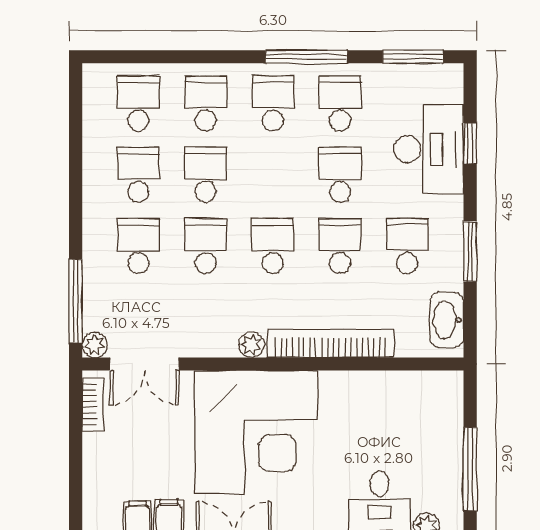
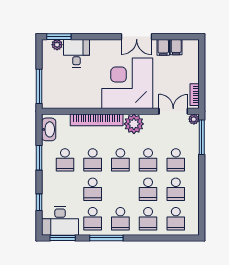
desk: (429, 149) -> (60, 221), moved, turned -90
plant: (251, 345) -> (134, 124), width x1.88, depth x1.88
window: (470, 469) -> (39, 86), moved

